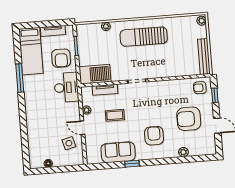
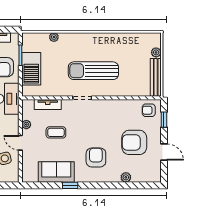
plant: (202, 21) -> (156, 52), moved
sun lounger: (144, 37) -> (93, 71), moved
barbecue: (95, 74) -> (31, 69), moved, turned 90

